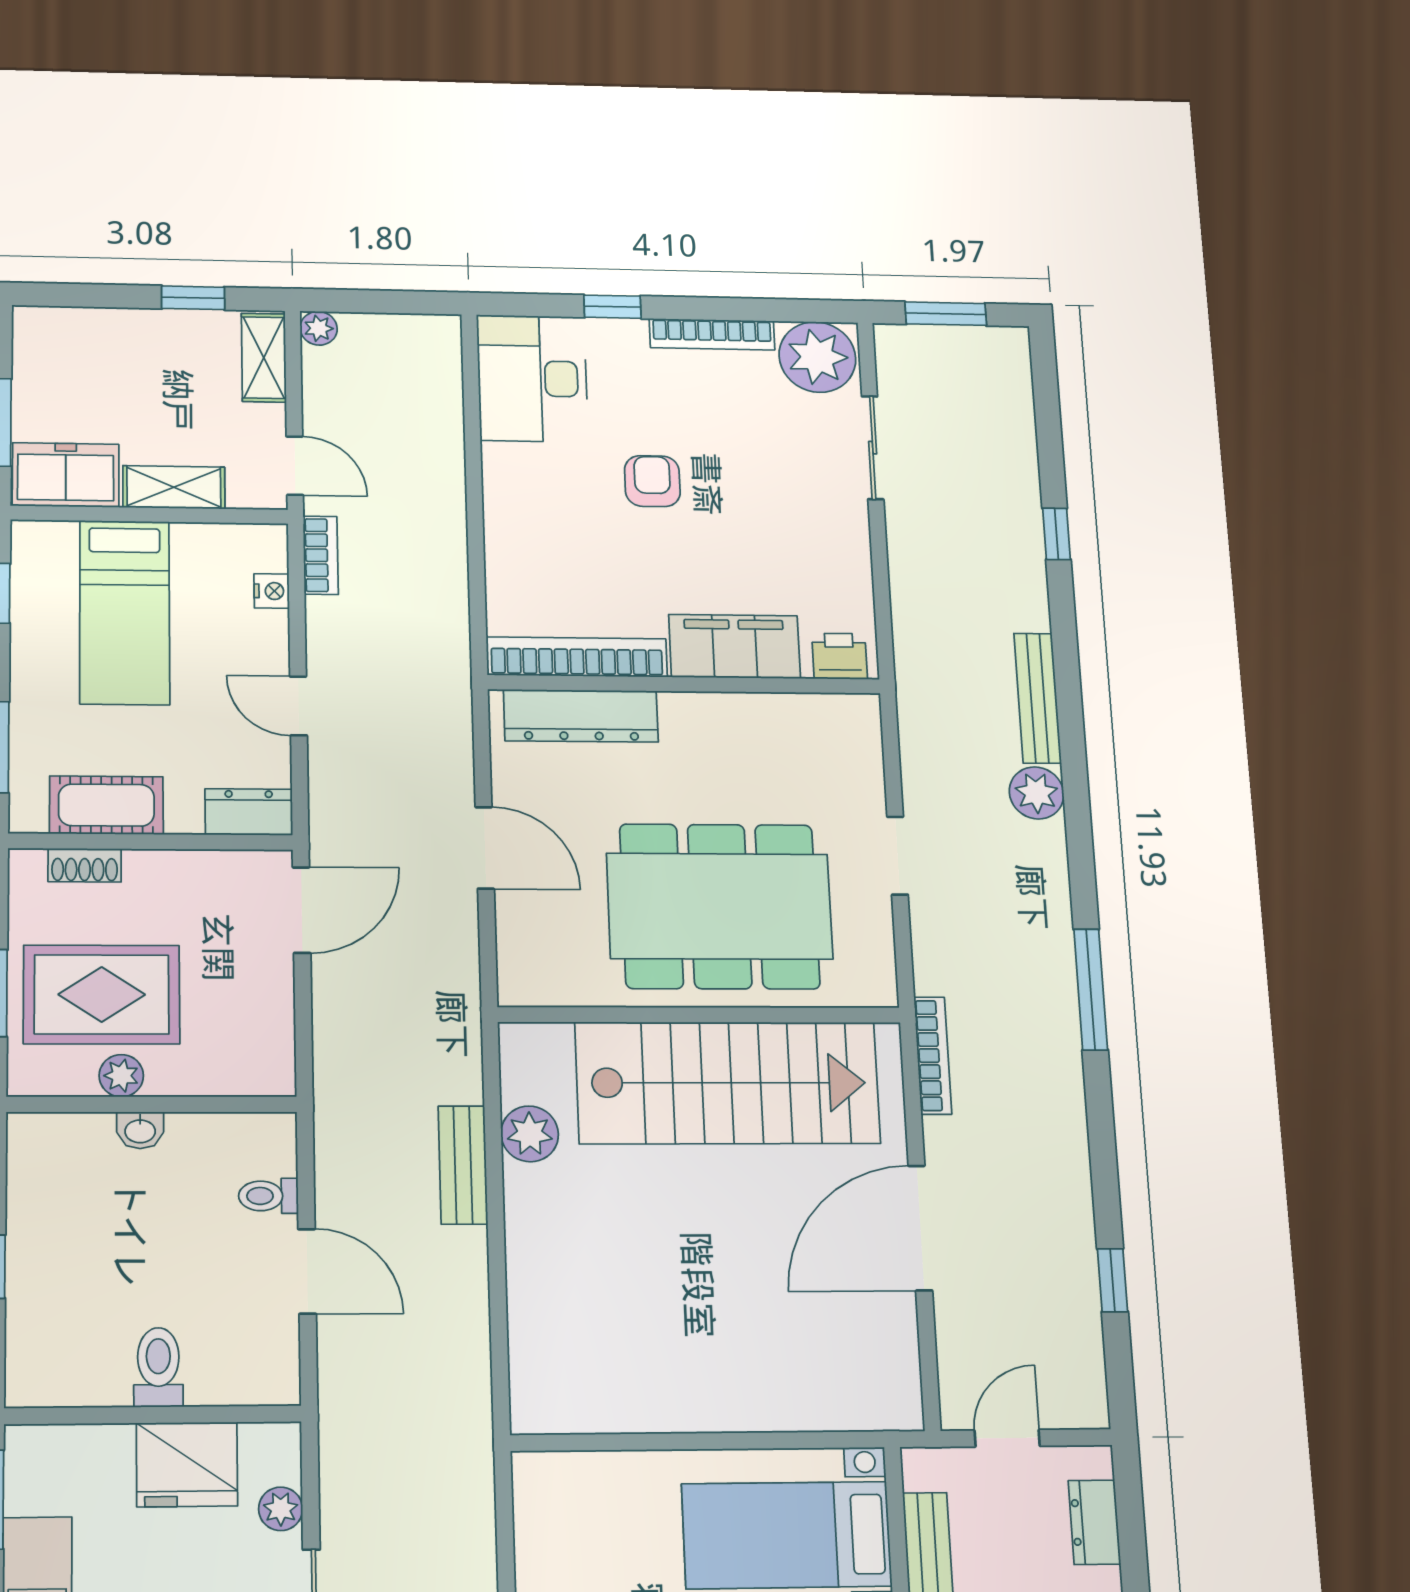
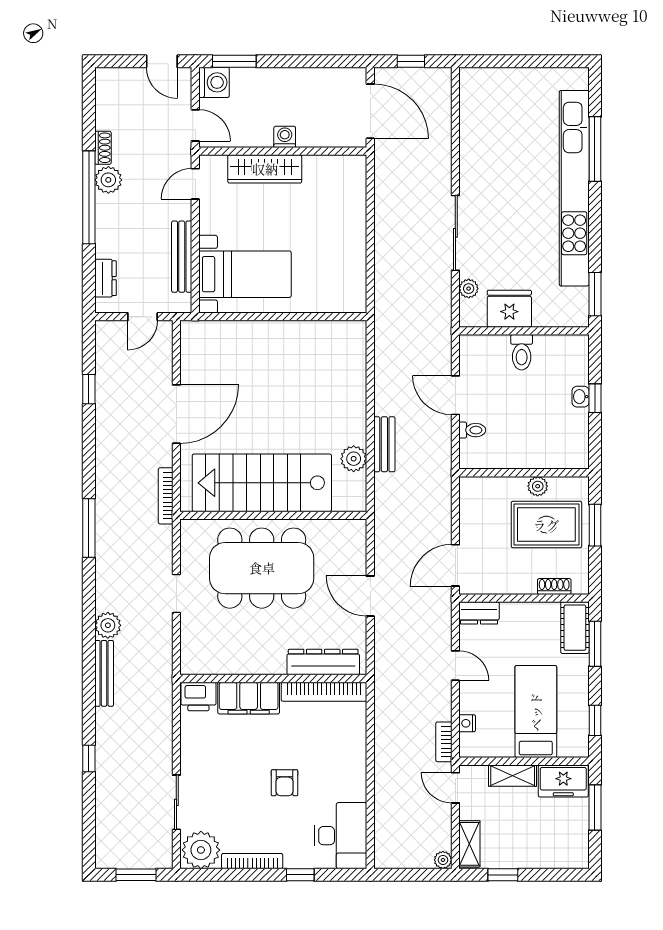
printer: (840, 656) -> (198, 696), width x1.36, depth x1.24
cot: (106, 805) -> (575, 628), moved, turned 90
washbasin: (140, 1130) -> (581, 397), moved, turned -90

